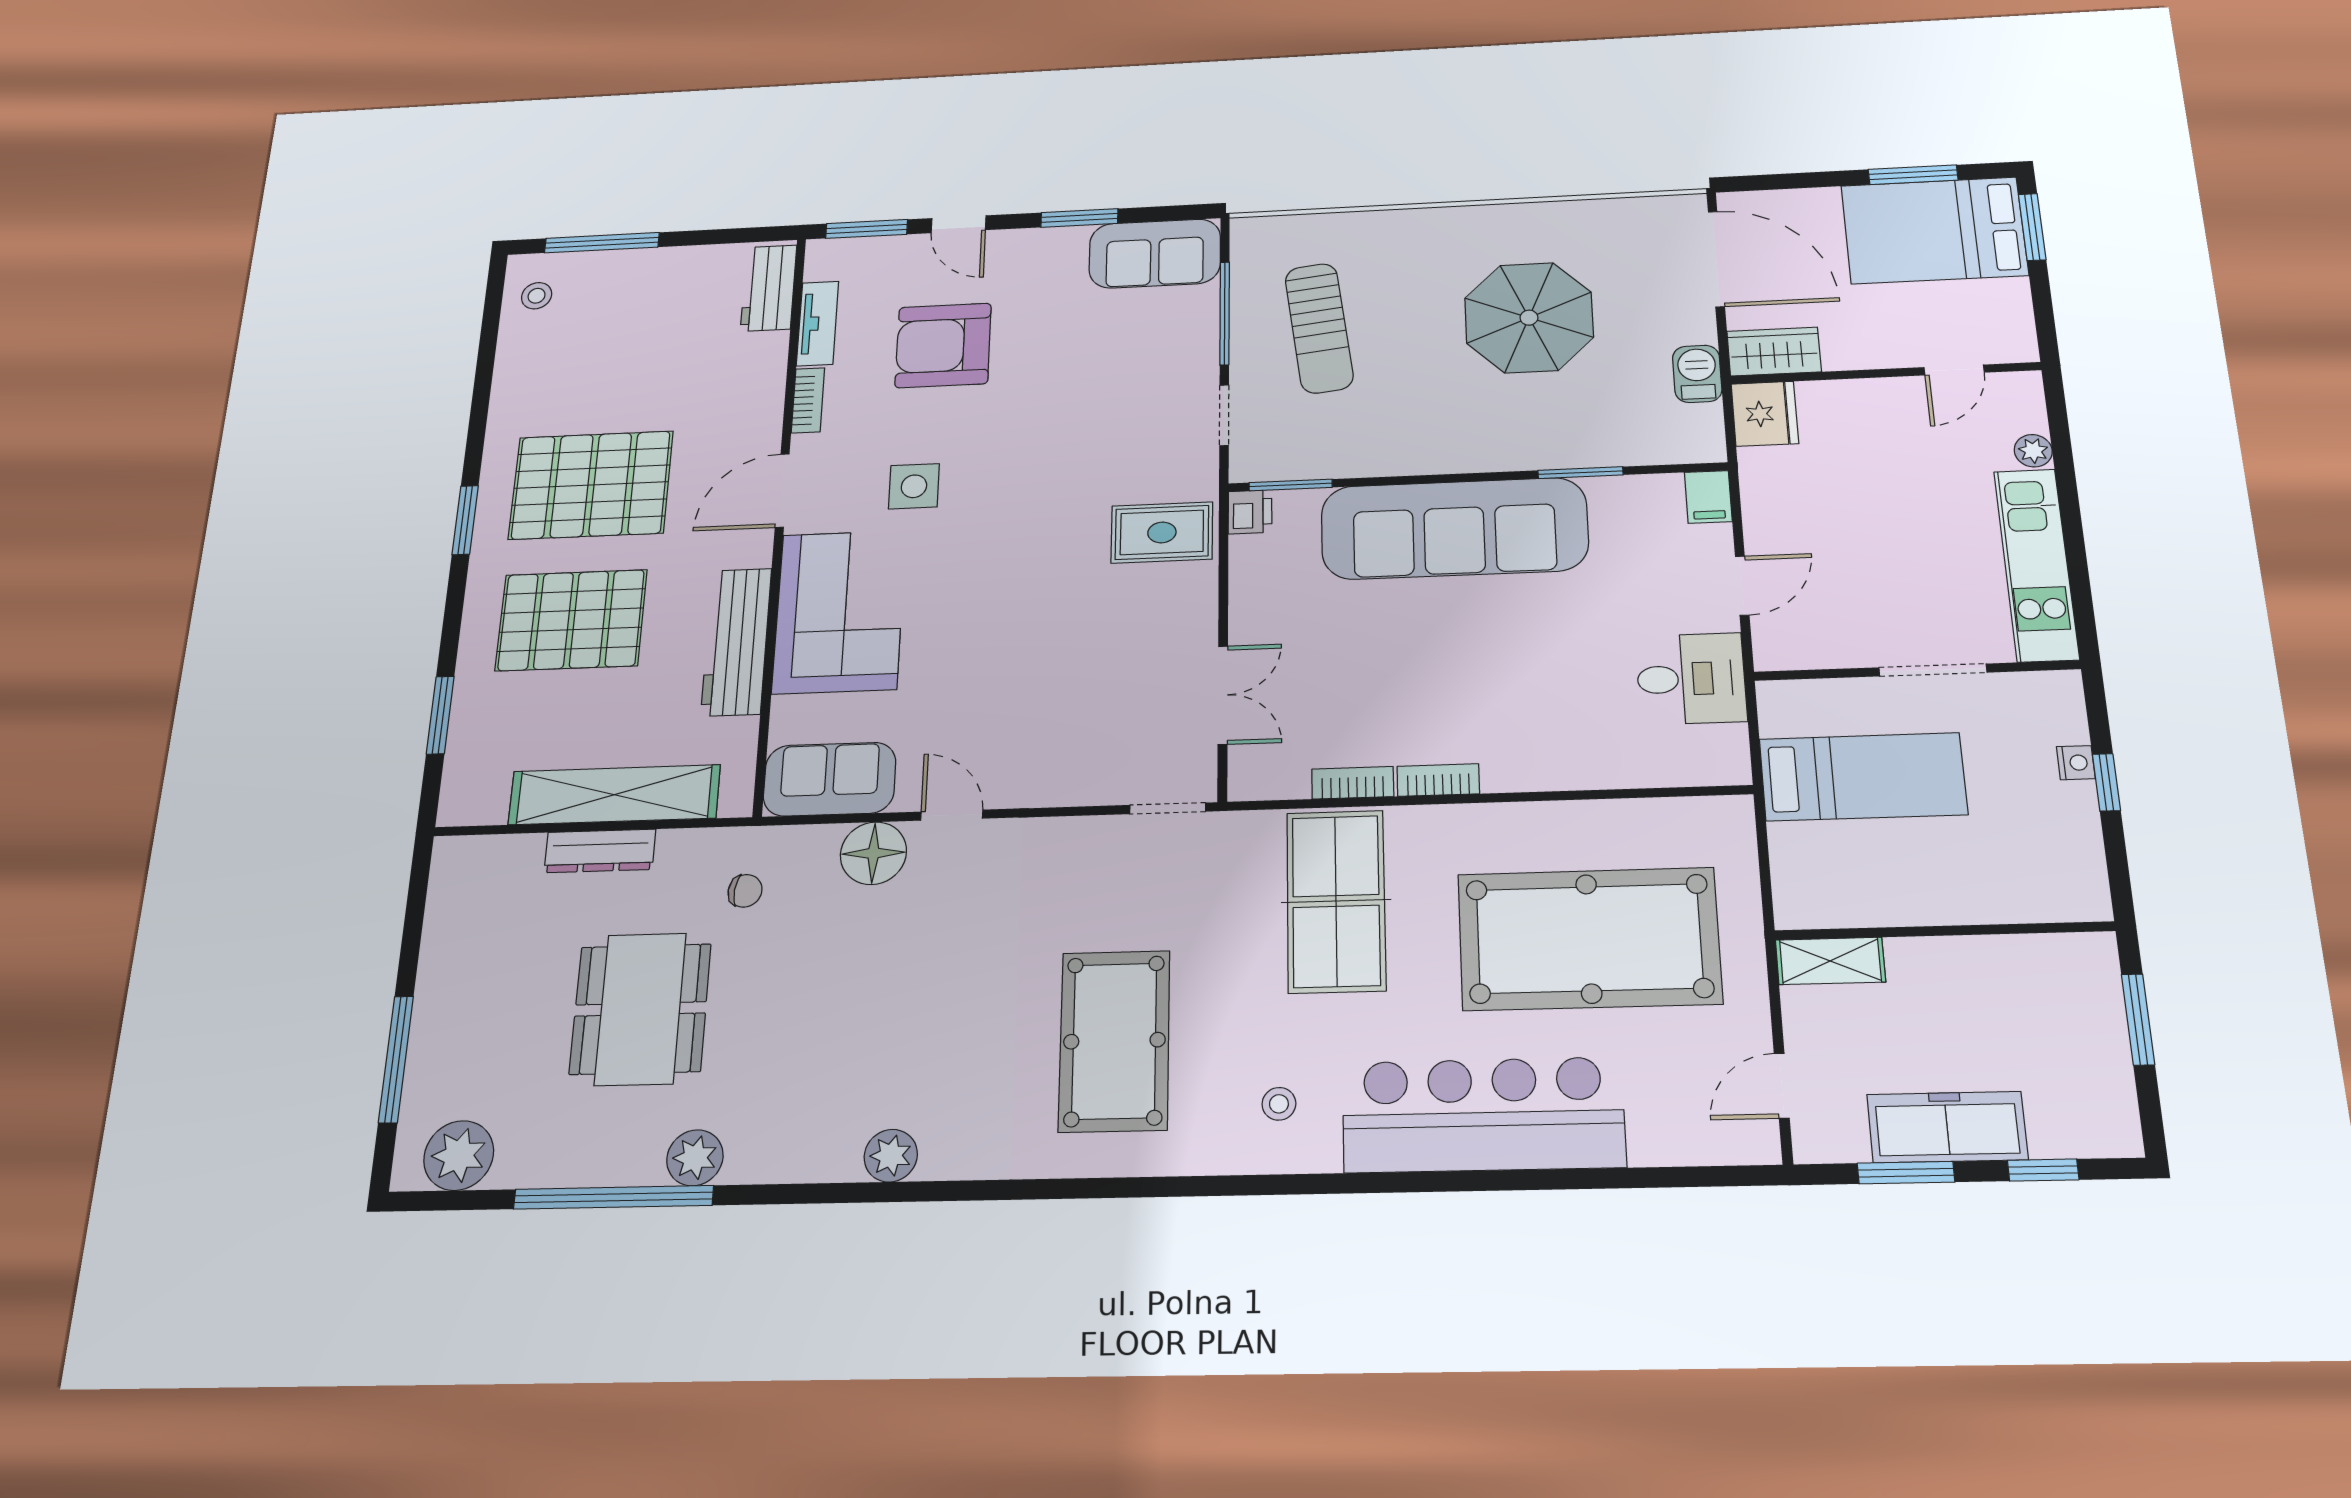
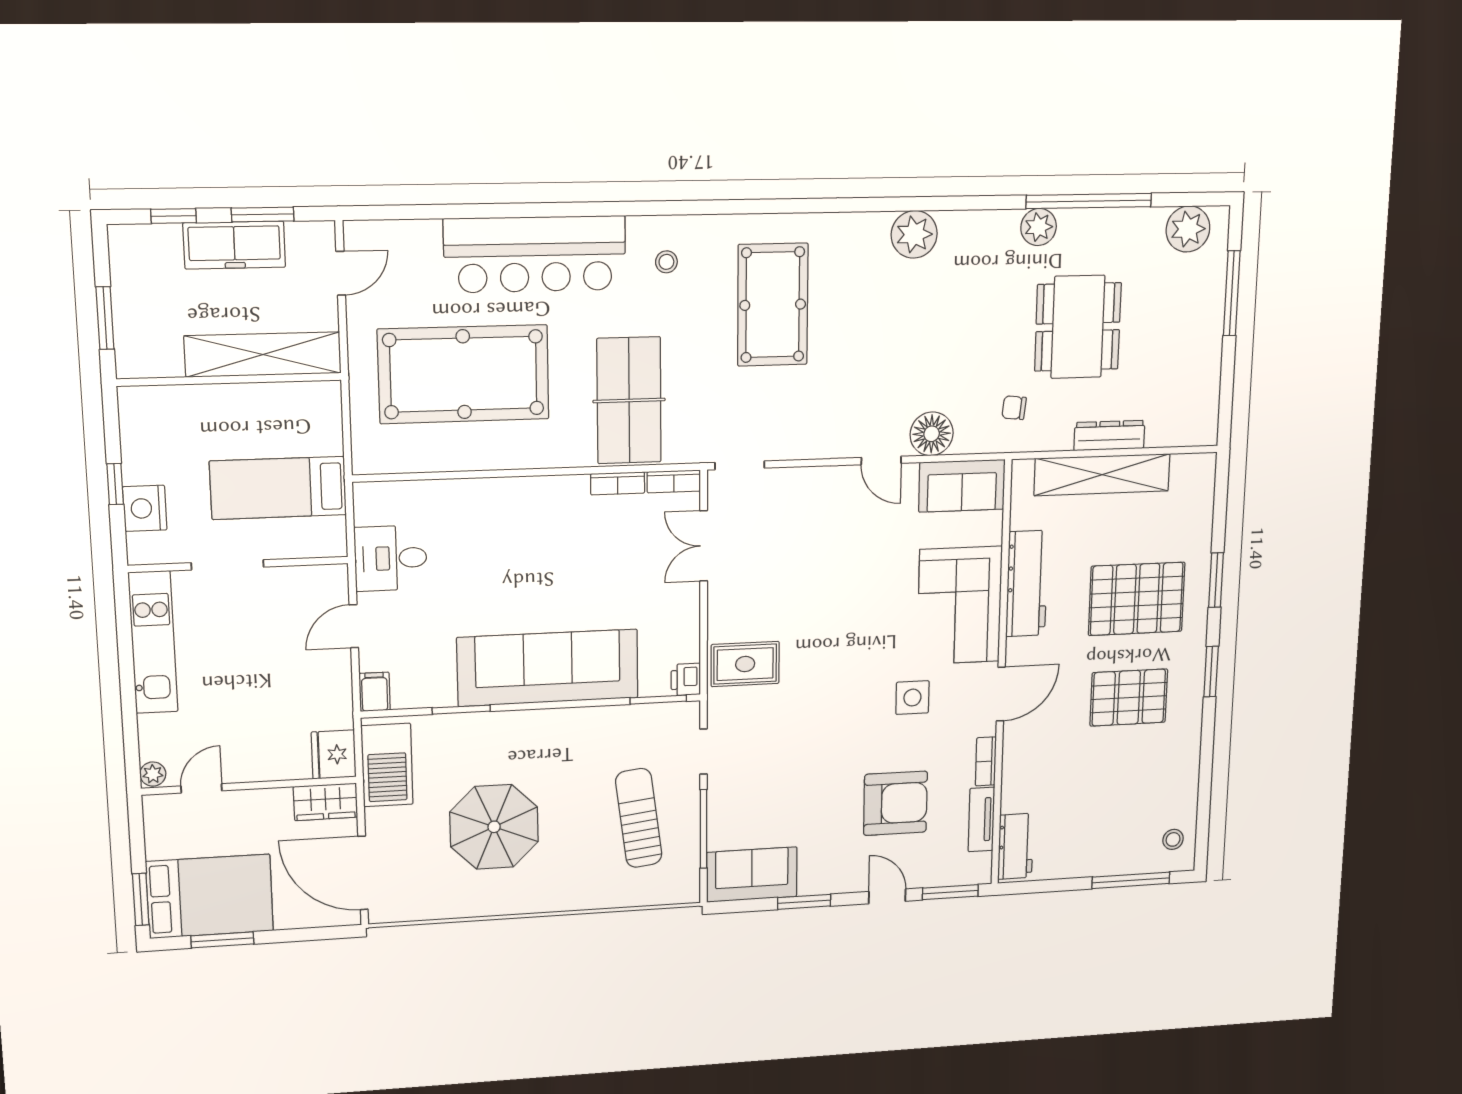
barbecue: (1697, 374) -> (387, 765), width x1.88, depth x1.53
plant: (2033, 451) -> (153, 774), moved
pallet: (591, 485) -> (1129, 698), width x0.73, depth x0.71
window: (440, 715) -> (1216, 580), moved
nightstand: (2076, 763) -> (145, 508), width x1.89, depth x1.79
bookcase: (1438, 780) -> (674, 481), moved
shelving: (1830, 961) -> (263, 355), width x2.20, depth x1.33
plant: (891, 1156) -> (914, 234), width x1.36, depth x1.36

